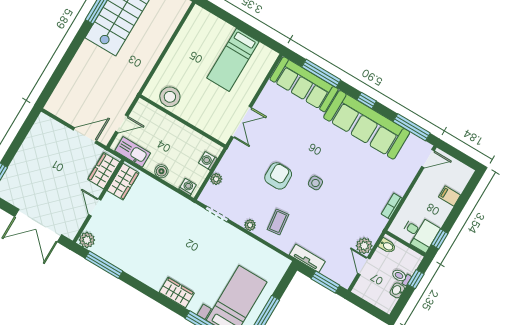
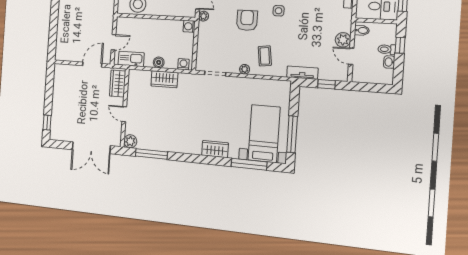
washing machine: (208, 161) -> (189, 26), moved
plant: (216, 179) -> (204, 16), moved
wardrobe: (123, 182) -> (164, 79), moved, turned 90
window: (325, 282) -> (327, 84), width x0.67

